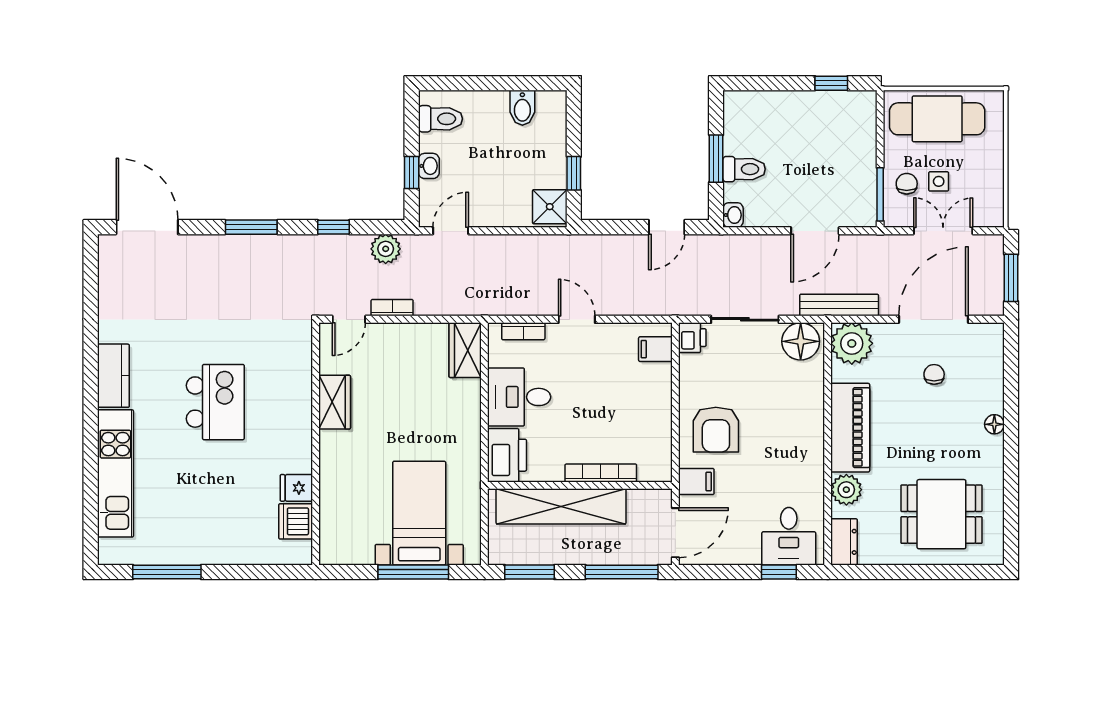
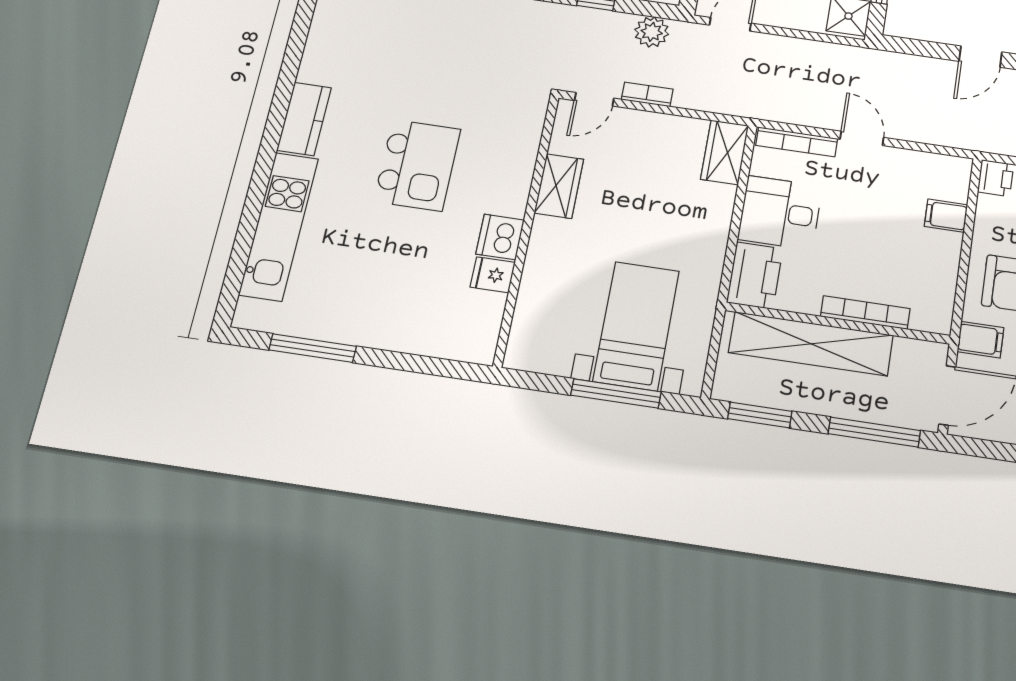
bookcase: (523, 331) -> (797, 142), width x1.56
filing cabinet: (655, 349) -> (946, 216), moved
dishwasher: (296, 521) -> (500, 237), moved

